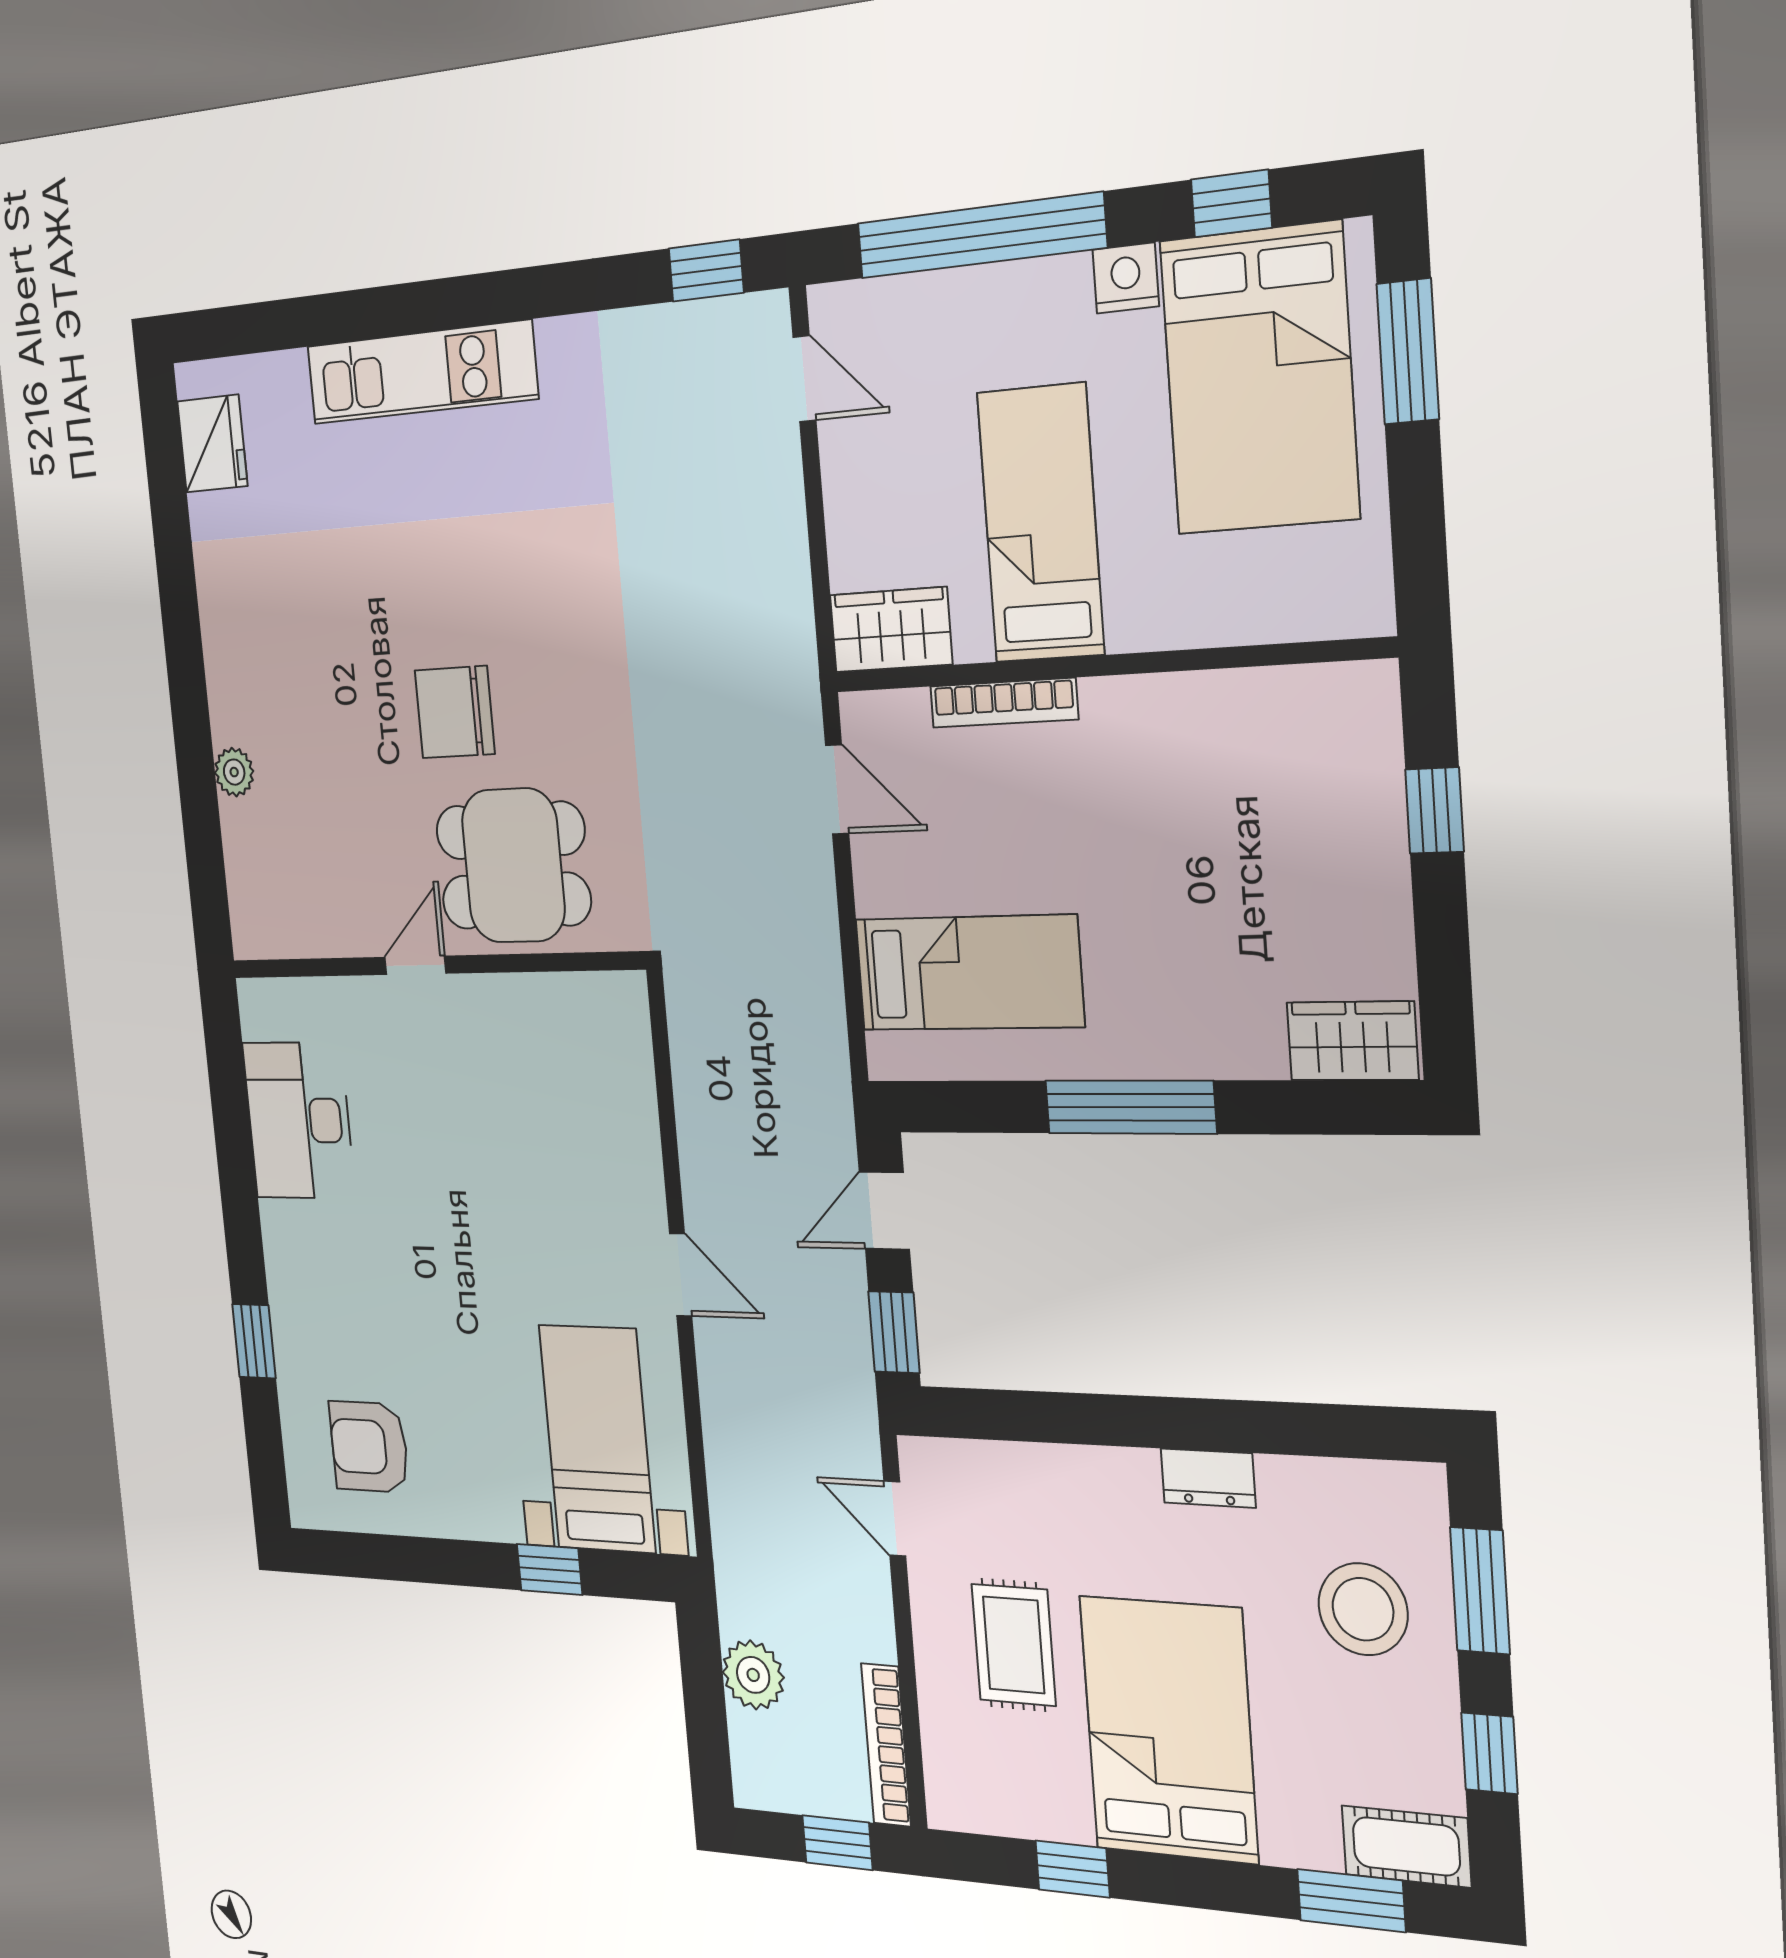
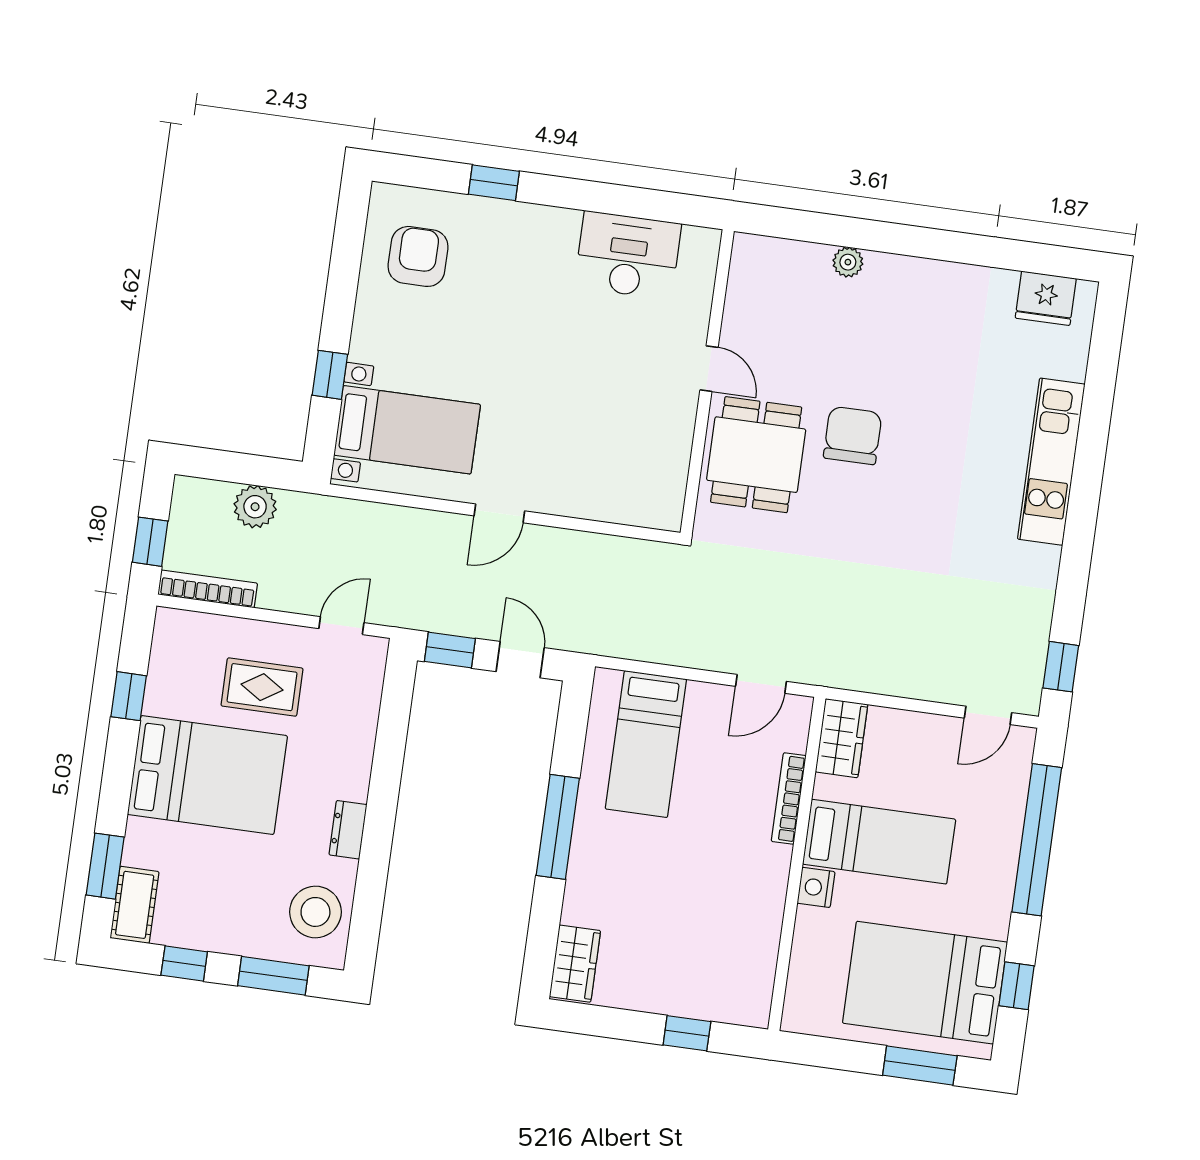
nightstand: (1126, 278) -> (816, 887), moved, turned 180
stool: (1363, 1609) -> (315, 912), moved

